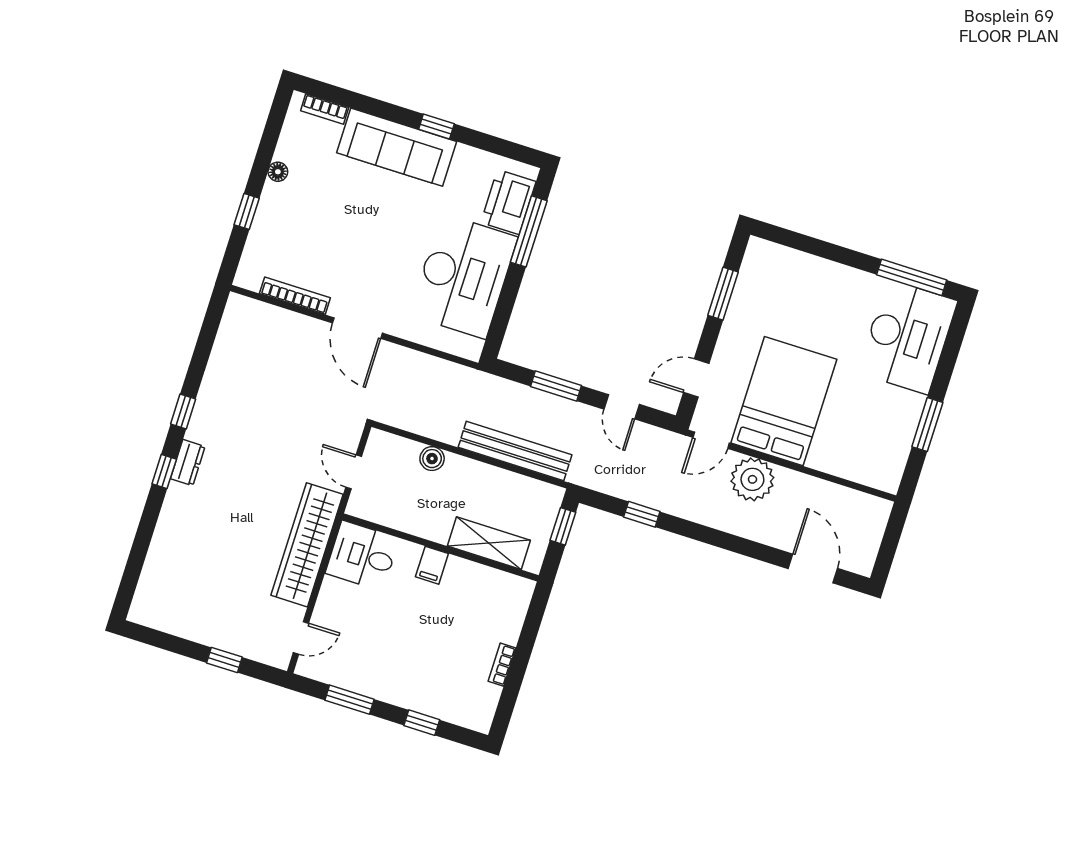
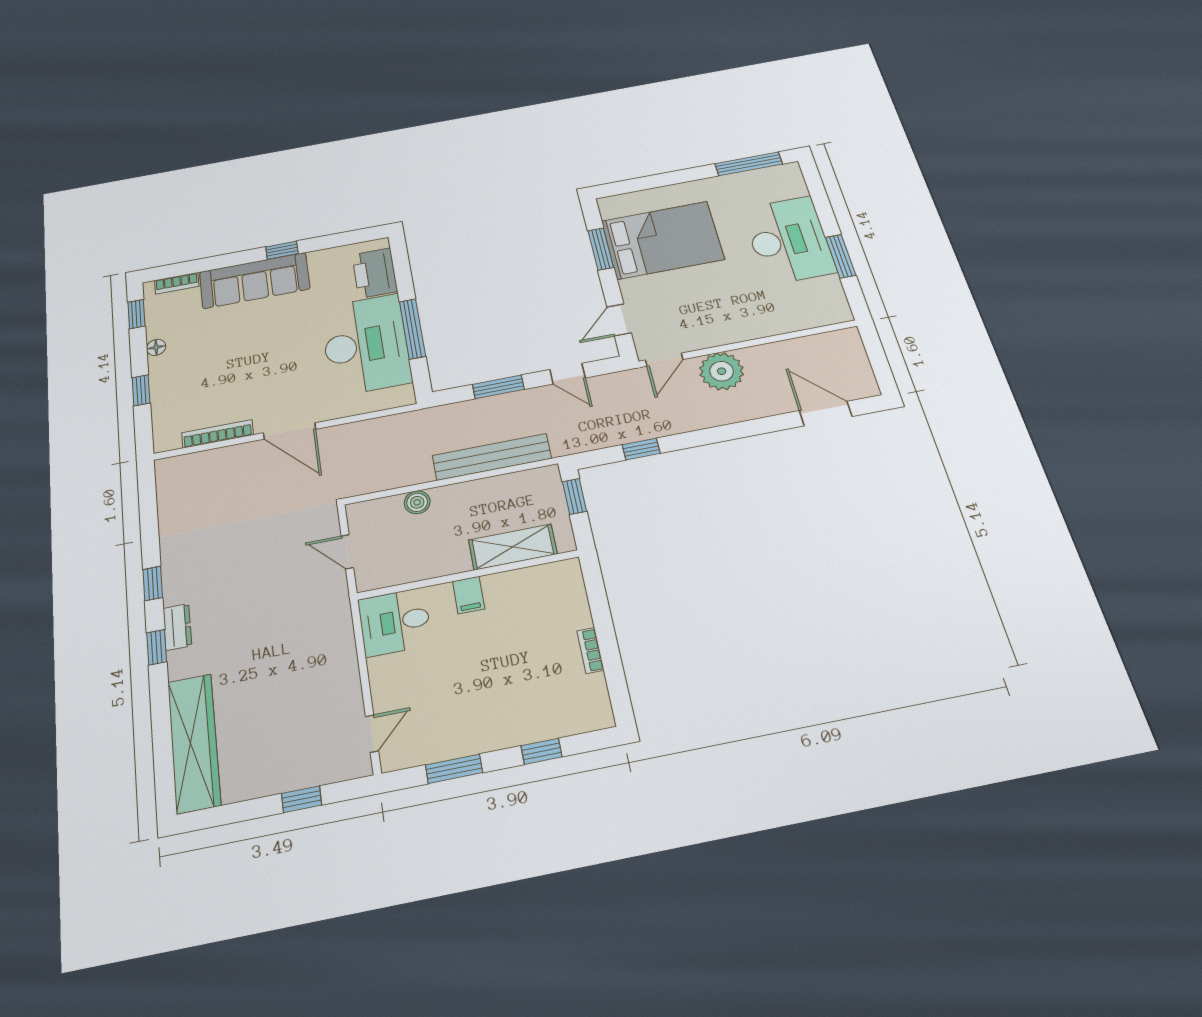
window: (274, 124) -> (136, 314), added
window: (529, 231) -> (412, 329), moved
desk: (908, 337) -> (789, 240), moved
bed: (784, 401) -> (662, 240), moved, turned 90
wardrobe: (307, 545) -> (194, 743), moved, turned 180

